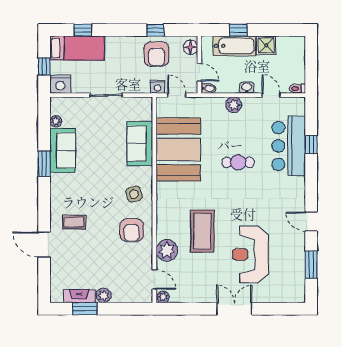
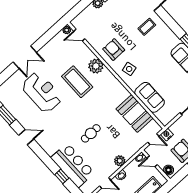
booth: (178, 149) -> (135, 113), width x0.73, depth x0.70
plant: (167, 250) -> (96, 66), moved

